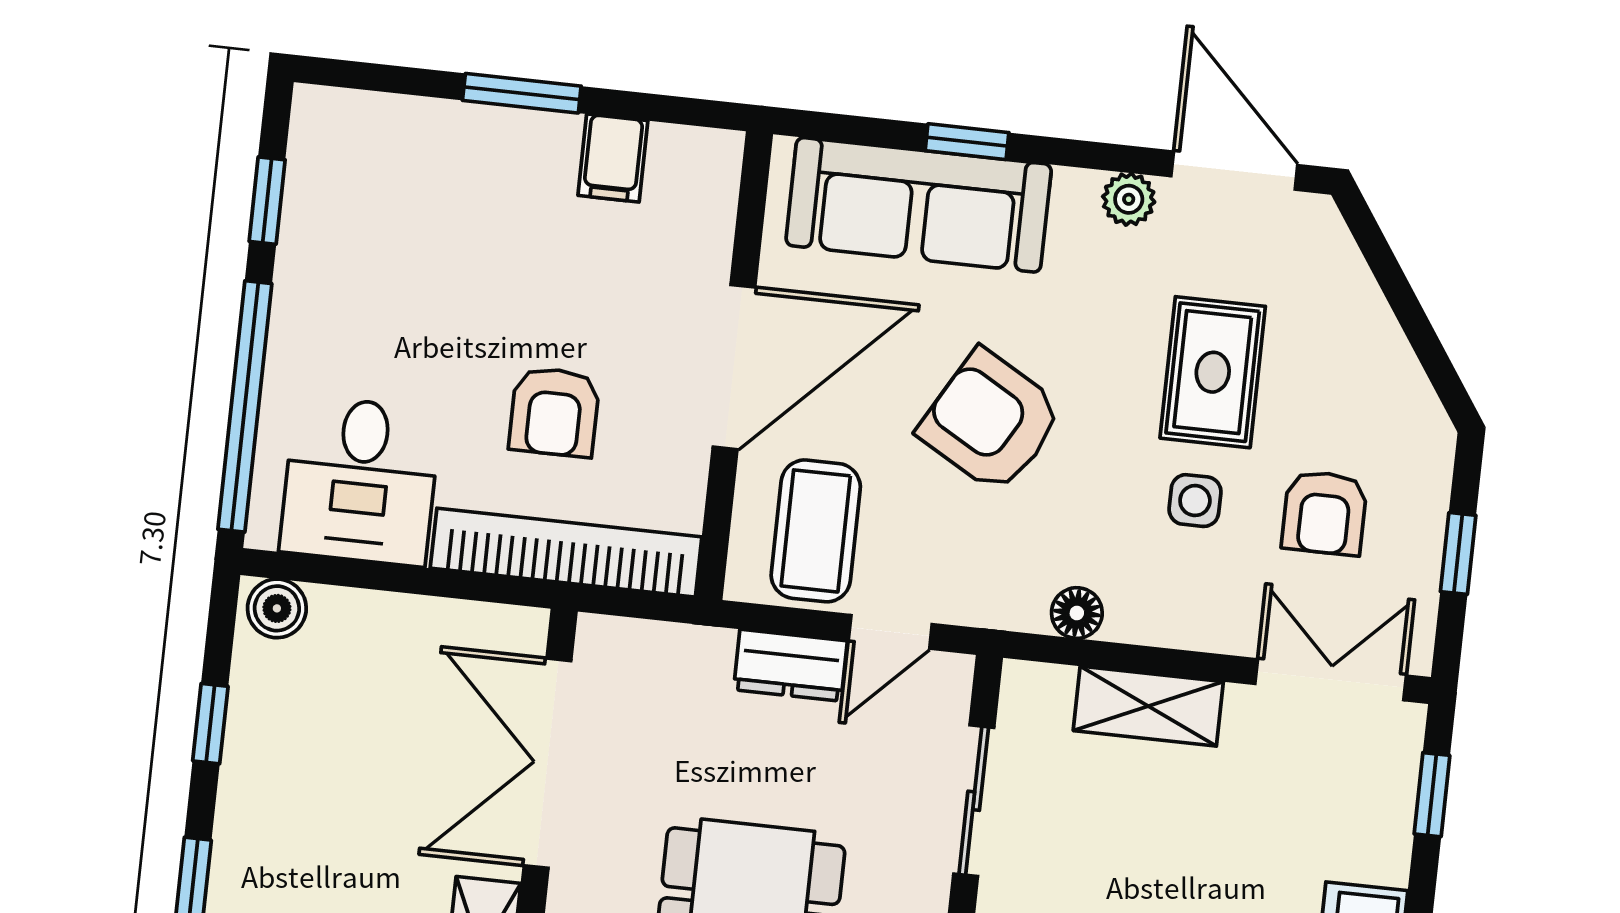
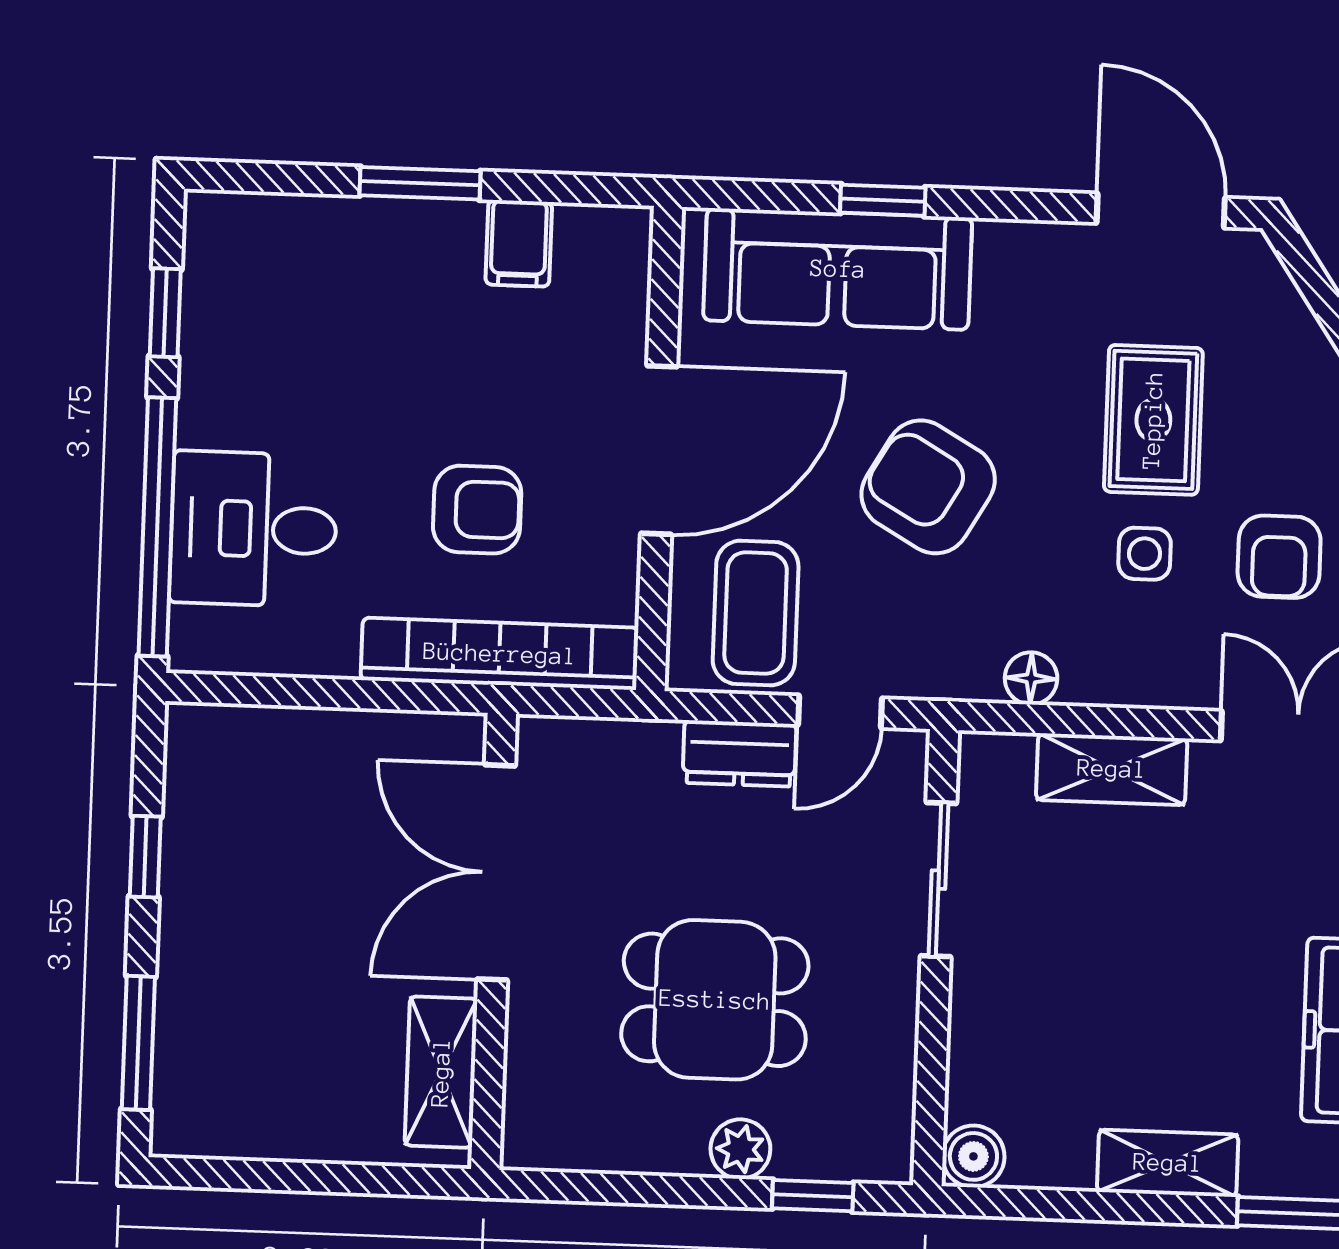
plant: (1129, 199) -> (1054, 248), removed
armchair: (554, 412) -> (477, 510), turned -90
desk: (360, 481) -> (254, 529), moved, turned 90
boiler: (277, 608) -> (205, 733), removed

